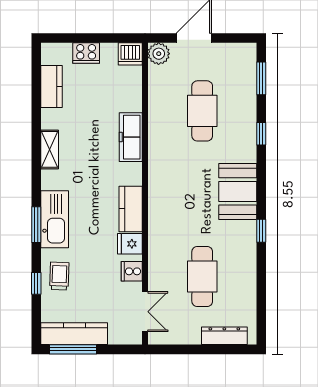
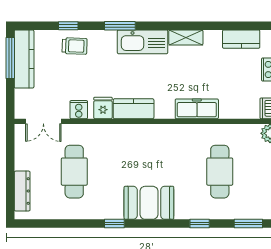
cafe table: (202, 111) -> (220, 172), turned 90
kitchen sink: (55, 219) -> (143, 42), moved
cafe table: (202, 276) -> (74, 172), turned 90

